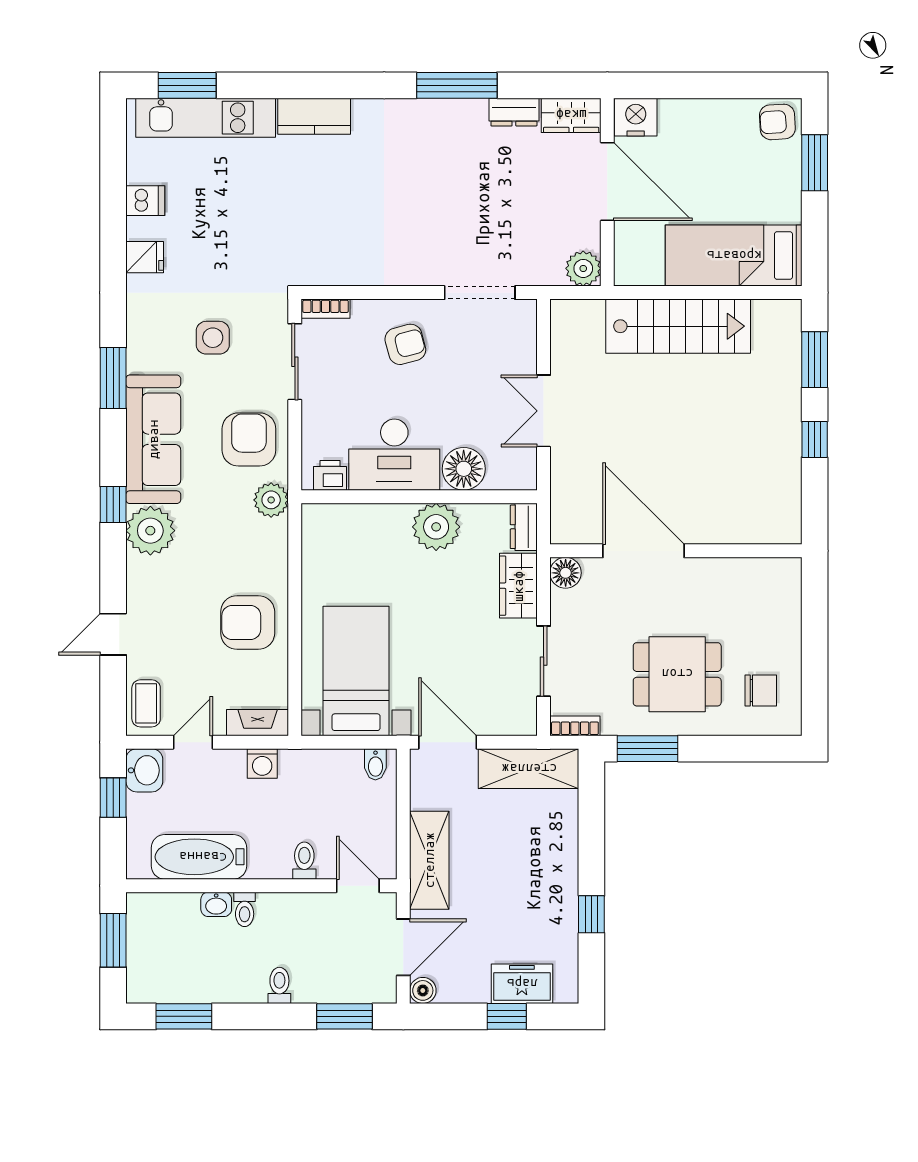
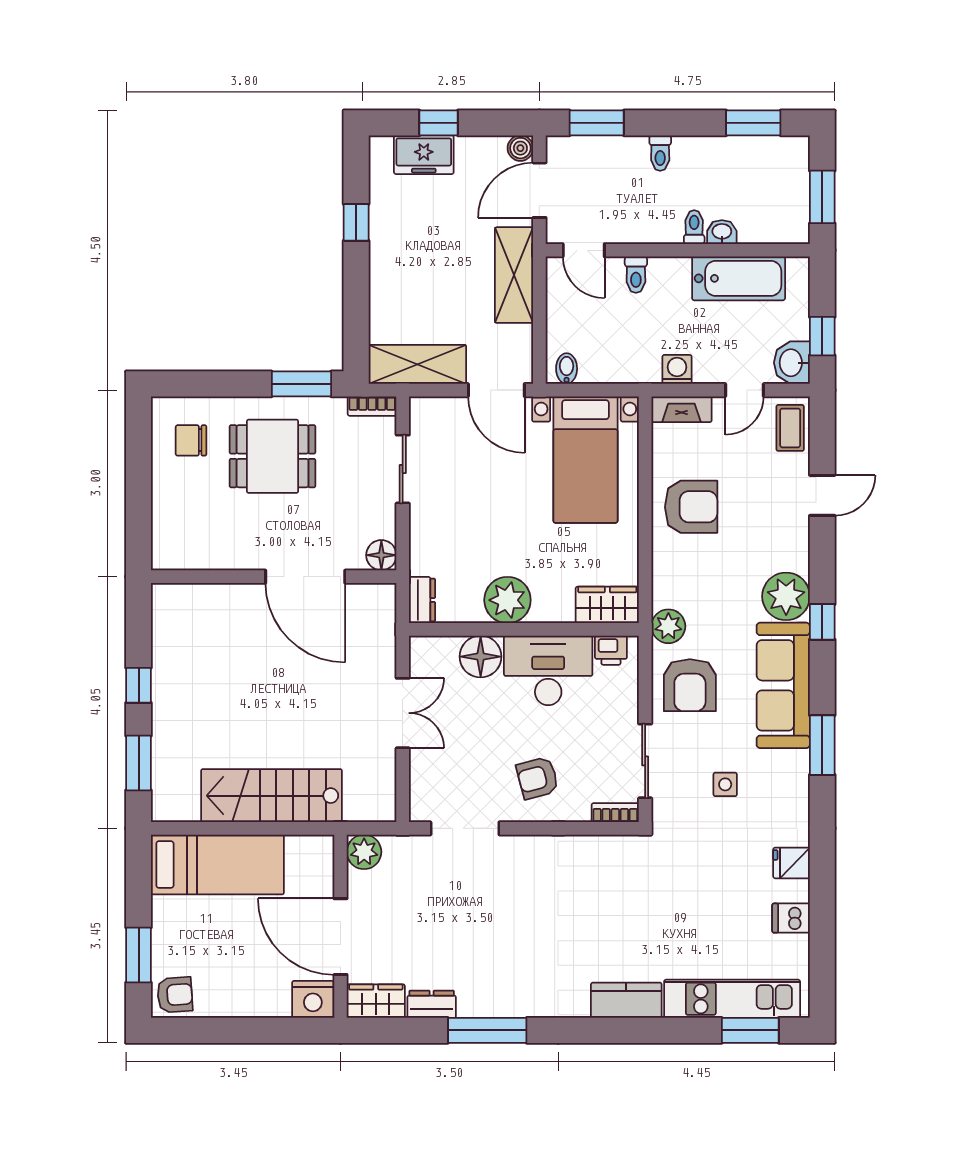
side table: (213, 338) -> (725, 784), width x0.73, depth x0.73
wardrobe: (518, 586) -> (607, 605), moved, turned -90

